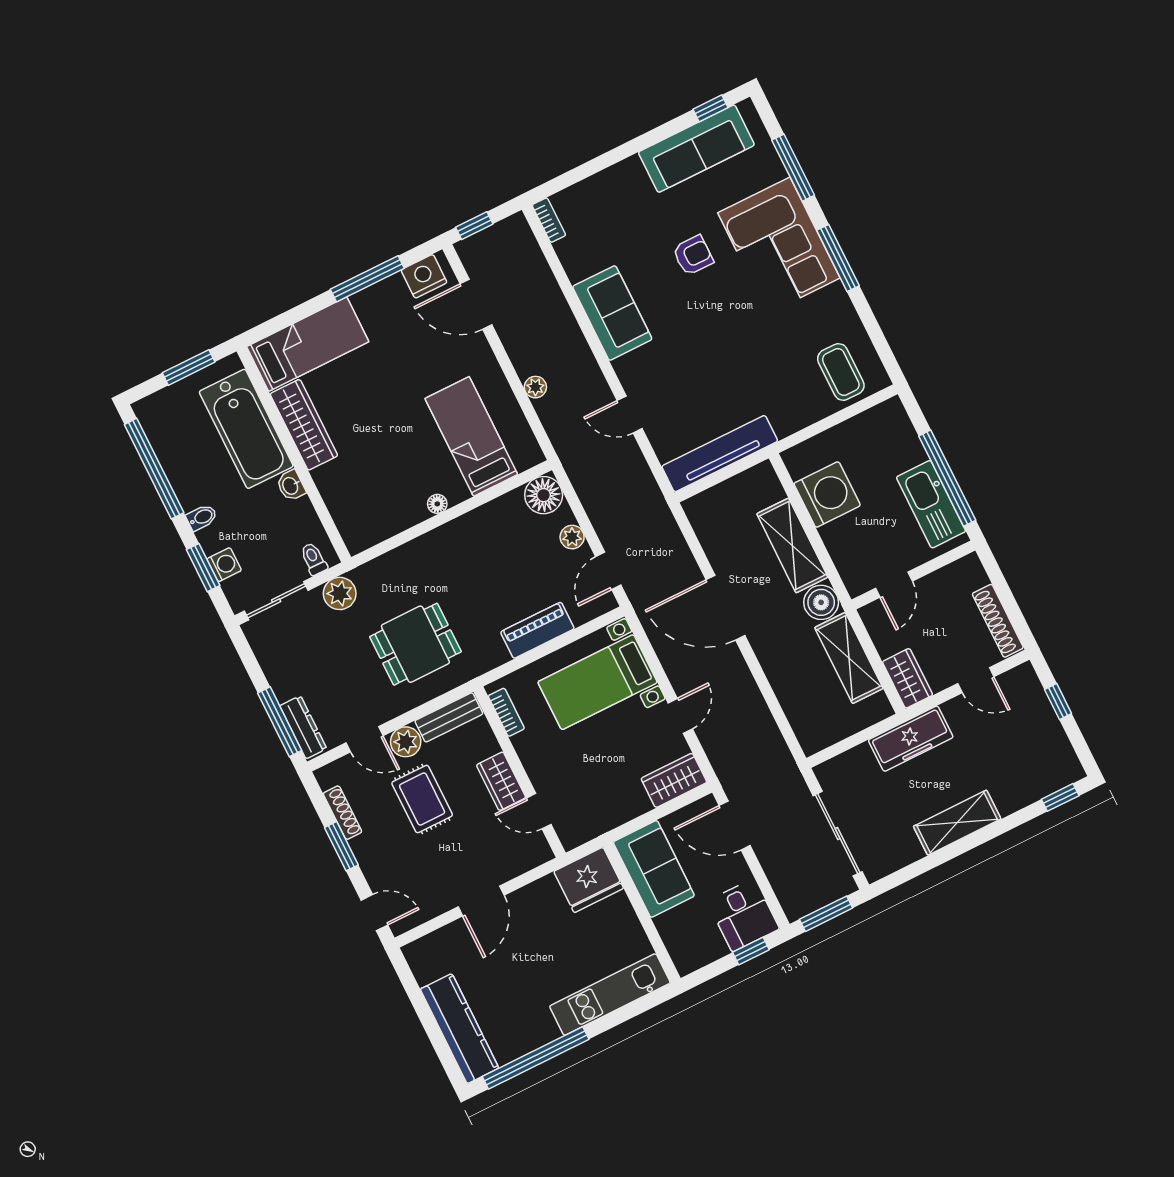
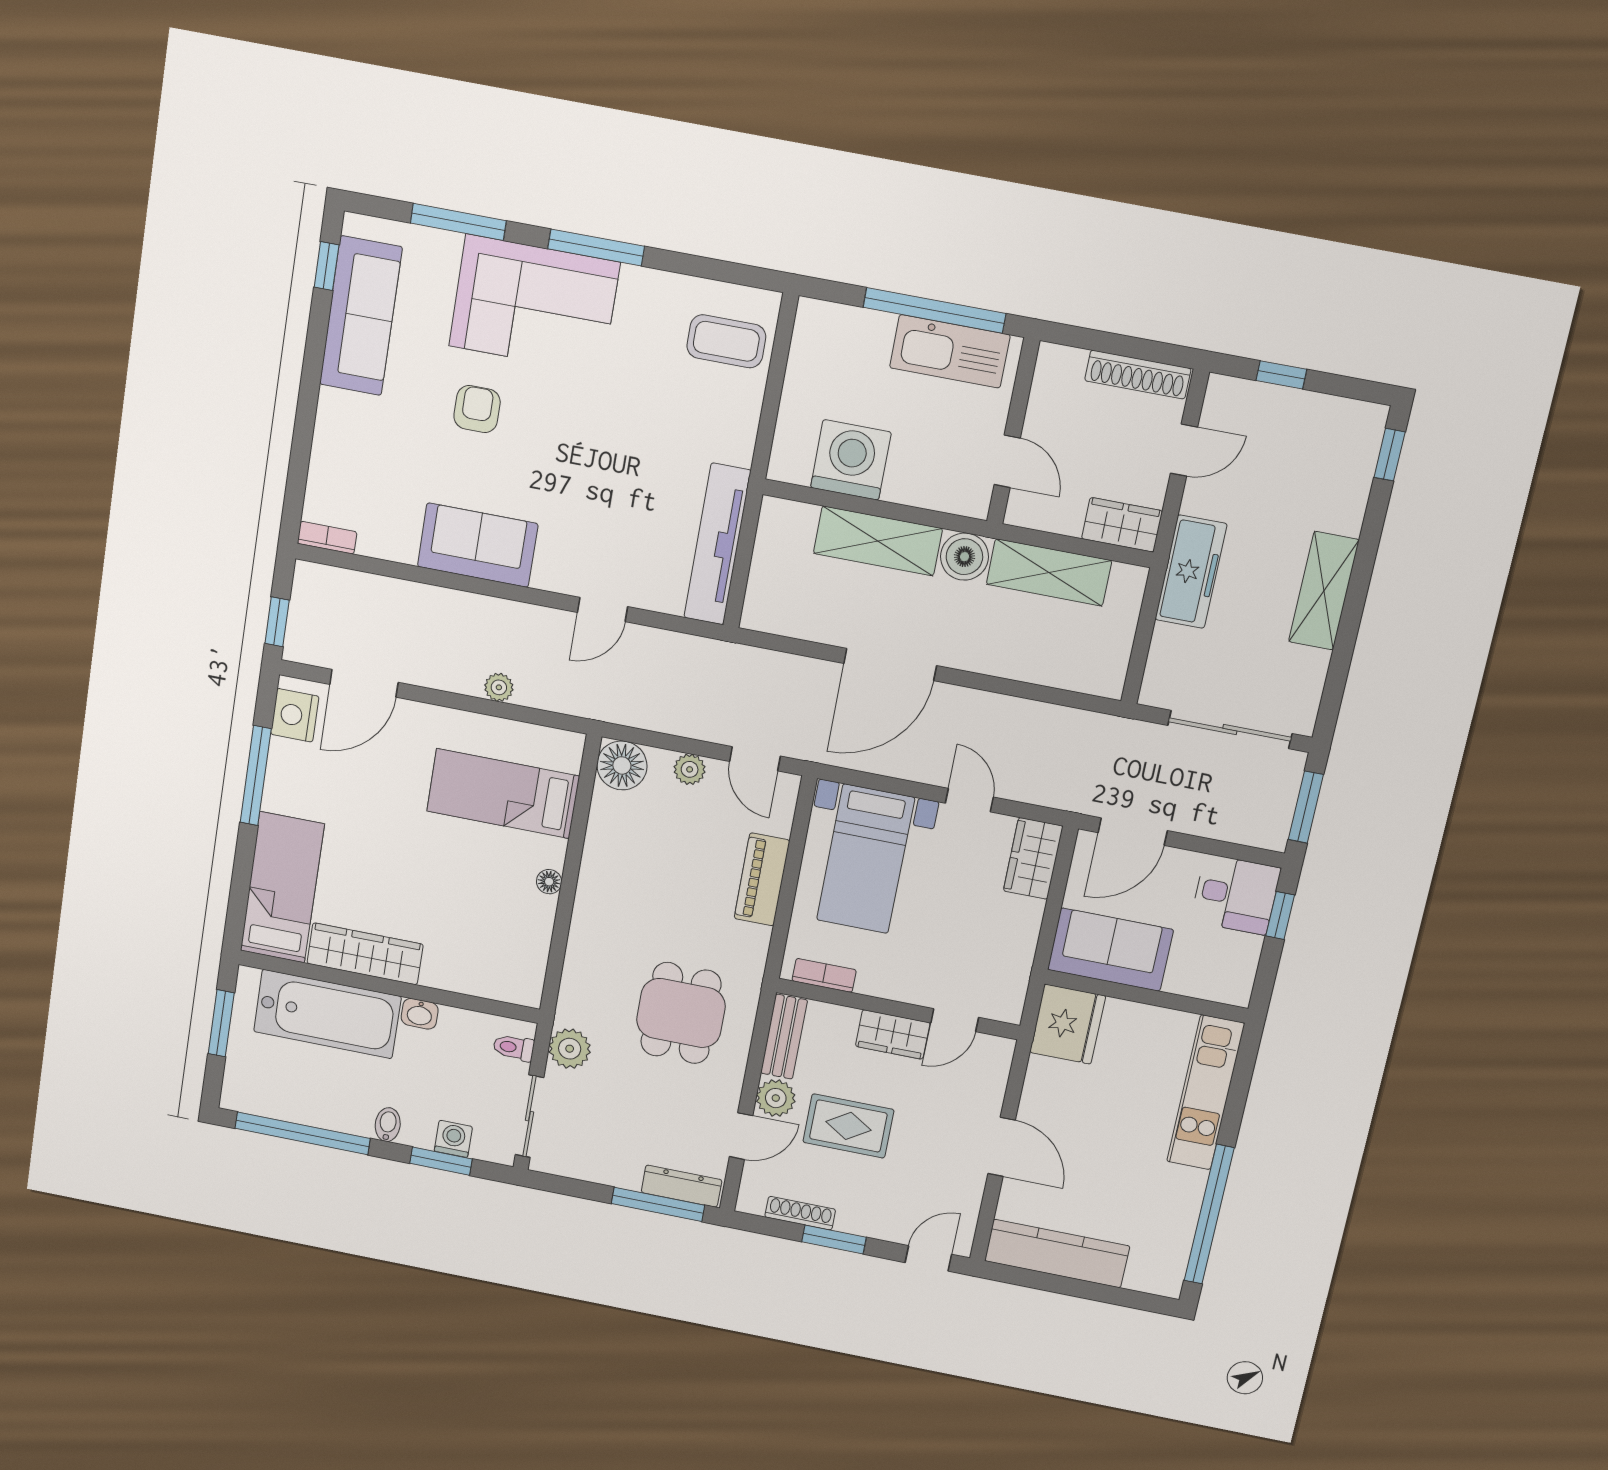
kitchen counter: (459, 1029) -> (1057, 1253), moved

